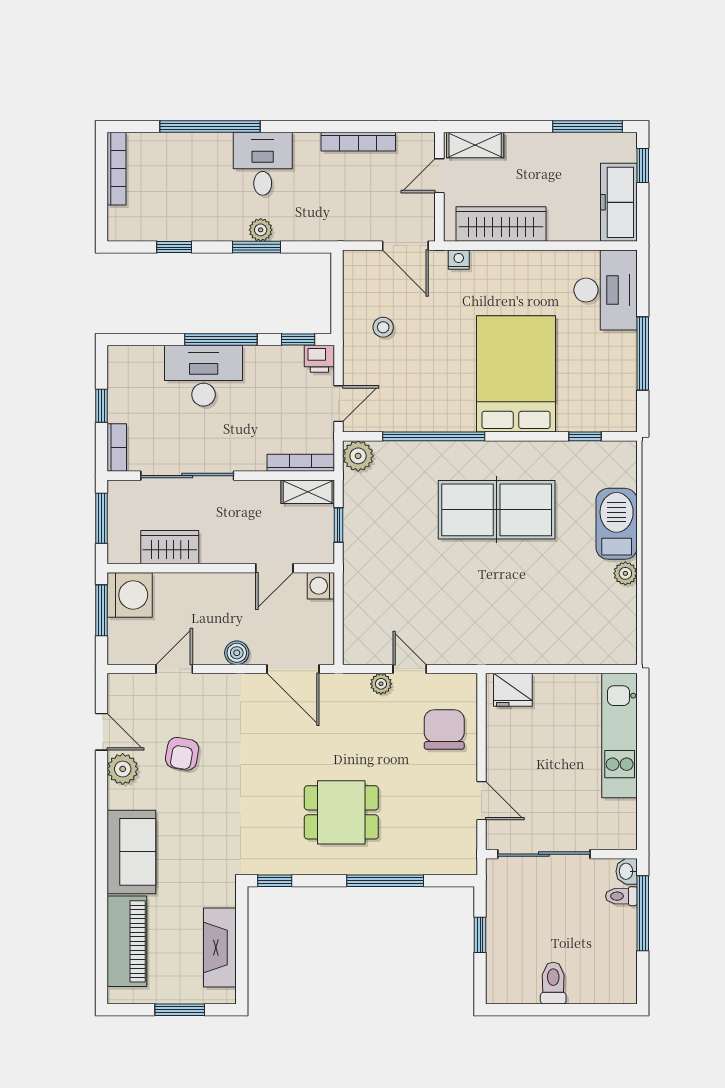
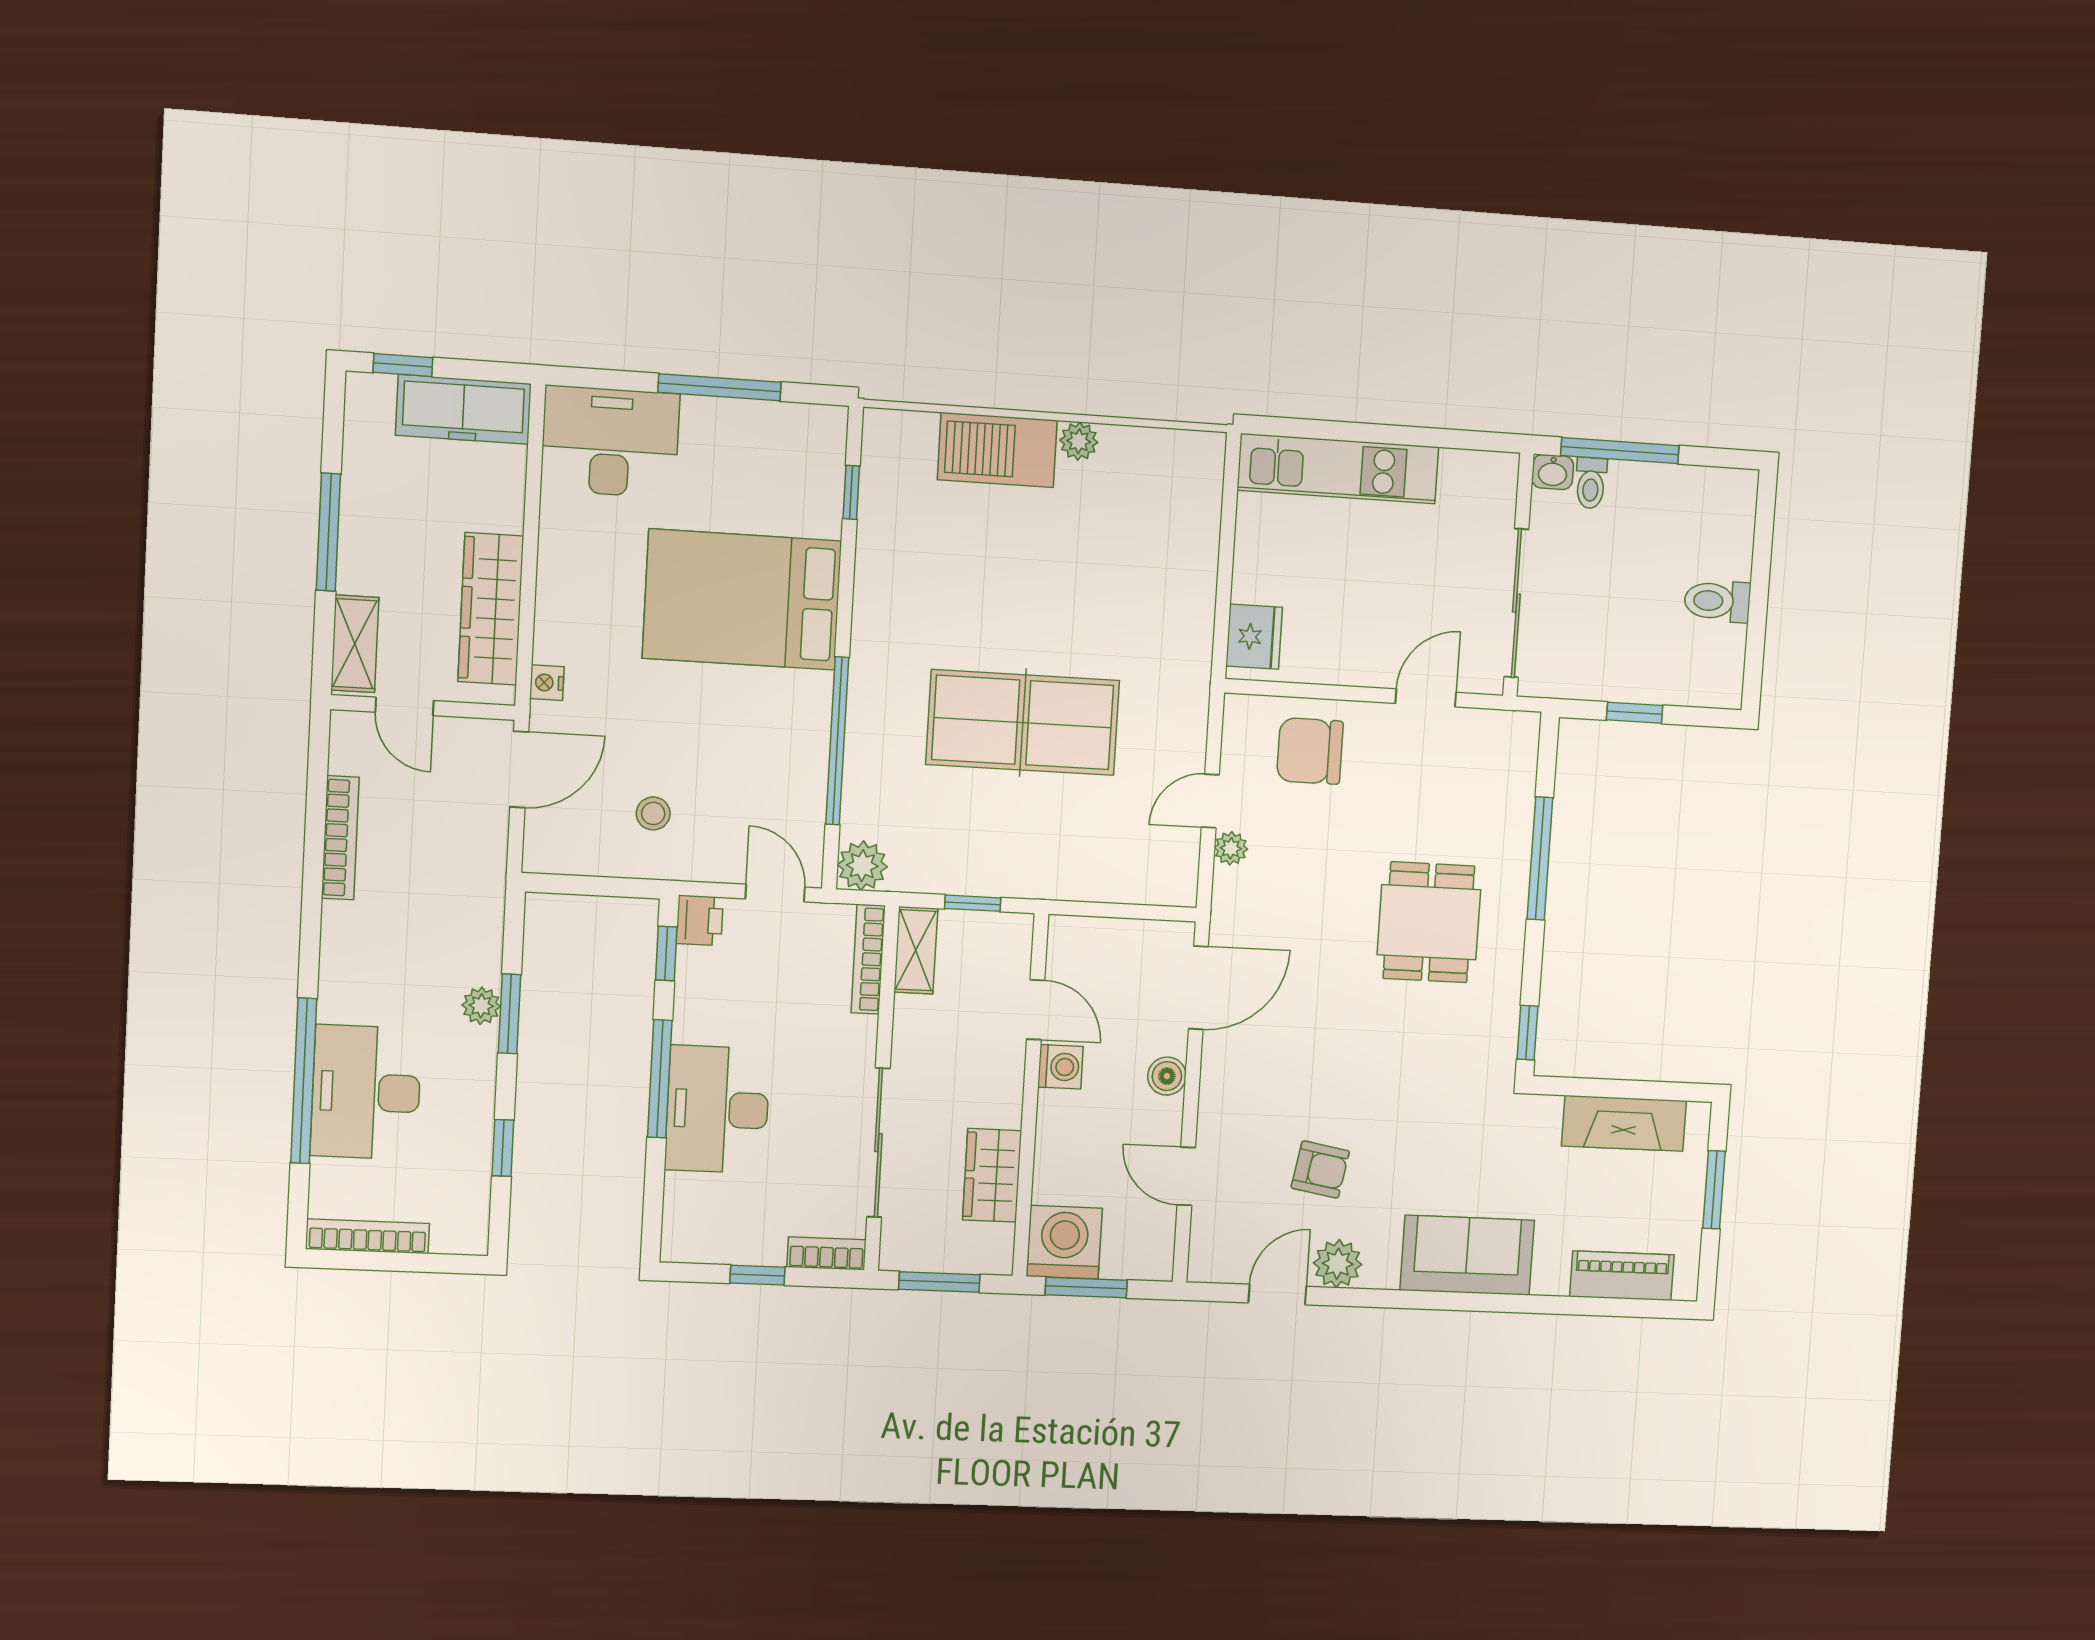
window: (588, 126) -> (328, 532), moved
desk: (263, 164) -> (366, 1092), moved, width x1.37
table tennis table: (497, 510) -> (1023, 722), moved, turned 90
washing machine: (321, 586) -> (1060, 1067), moved, turned -90
piano: (127, 941) -> (1622, 1276), width x0.73, depth x0.75

